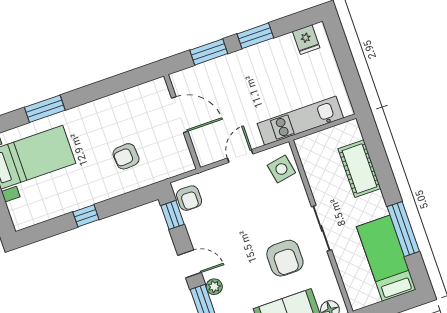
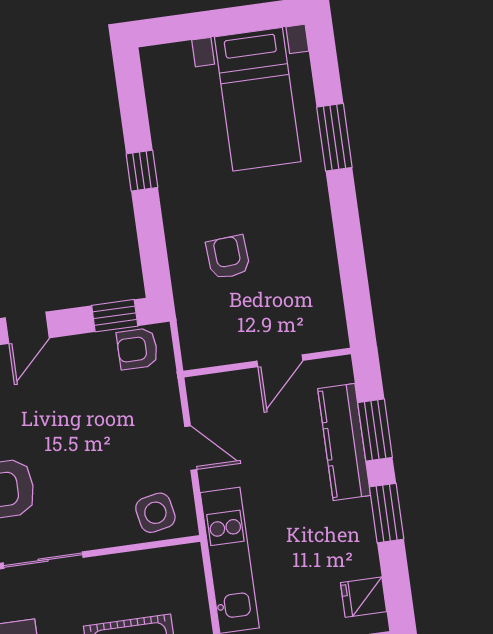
kitchen counter: (219, 68) -> (344, 442), added
door: (180, 115) -> (280, 361), width x0.73

